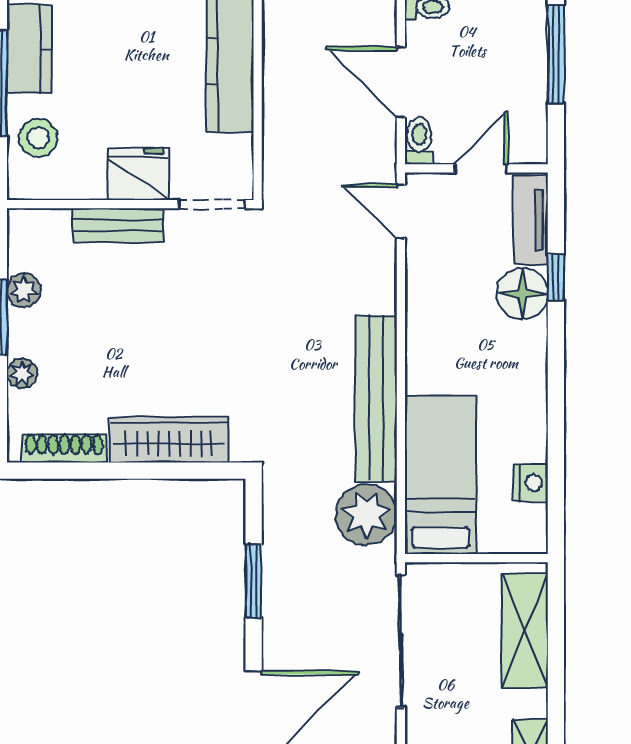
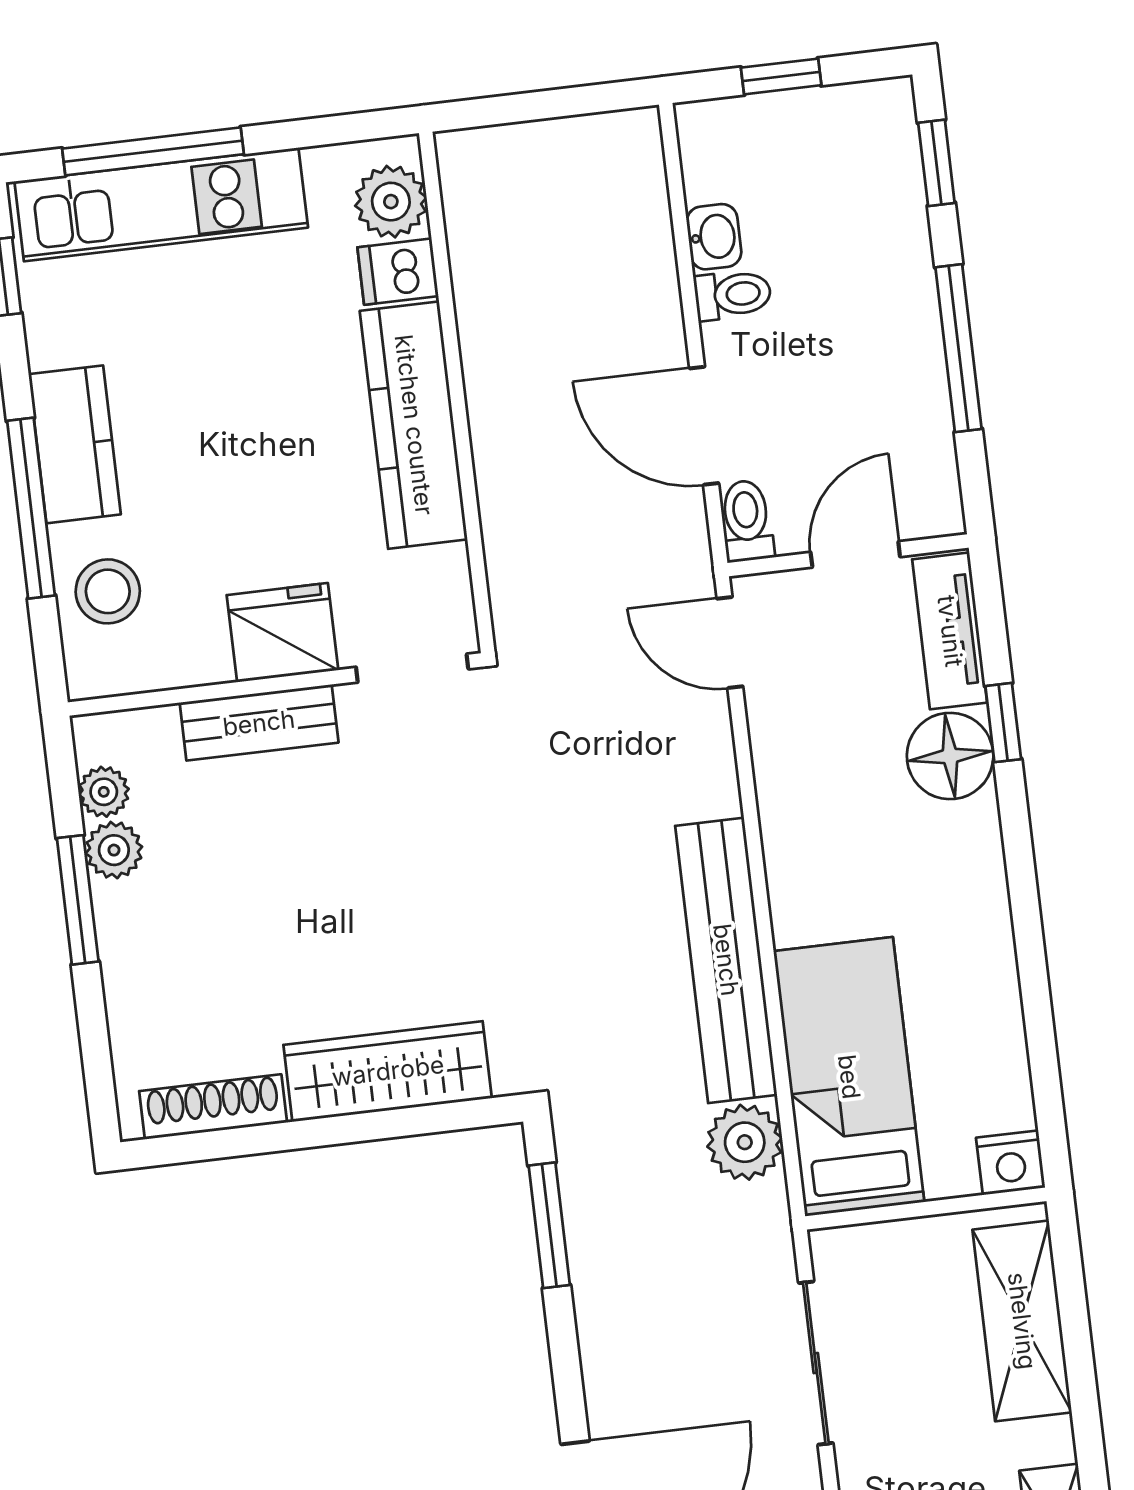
plant: (22, 373) -> (104, 792), moved
nightstand: (531, 483) -> (1011, 1163), moved, turned 90
plant: (366, 515) -> (745, 1142), width x0.73, depth x0.73
window: (254, 581) -> (549, 1225), moved
sliding door: (401, 641) -> (816, 1363), width x0.73

